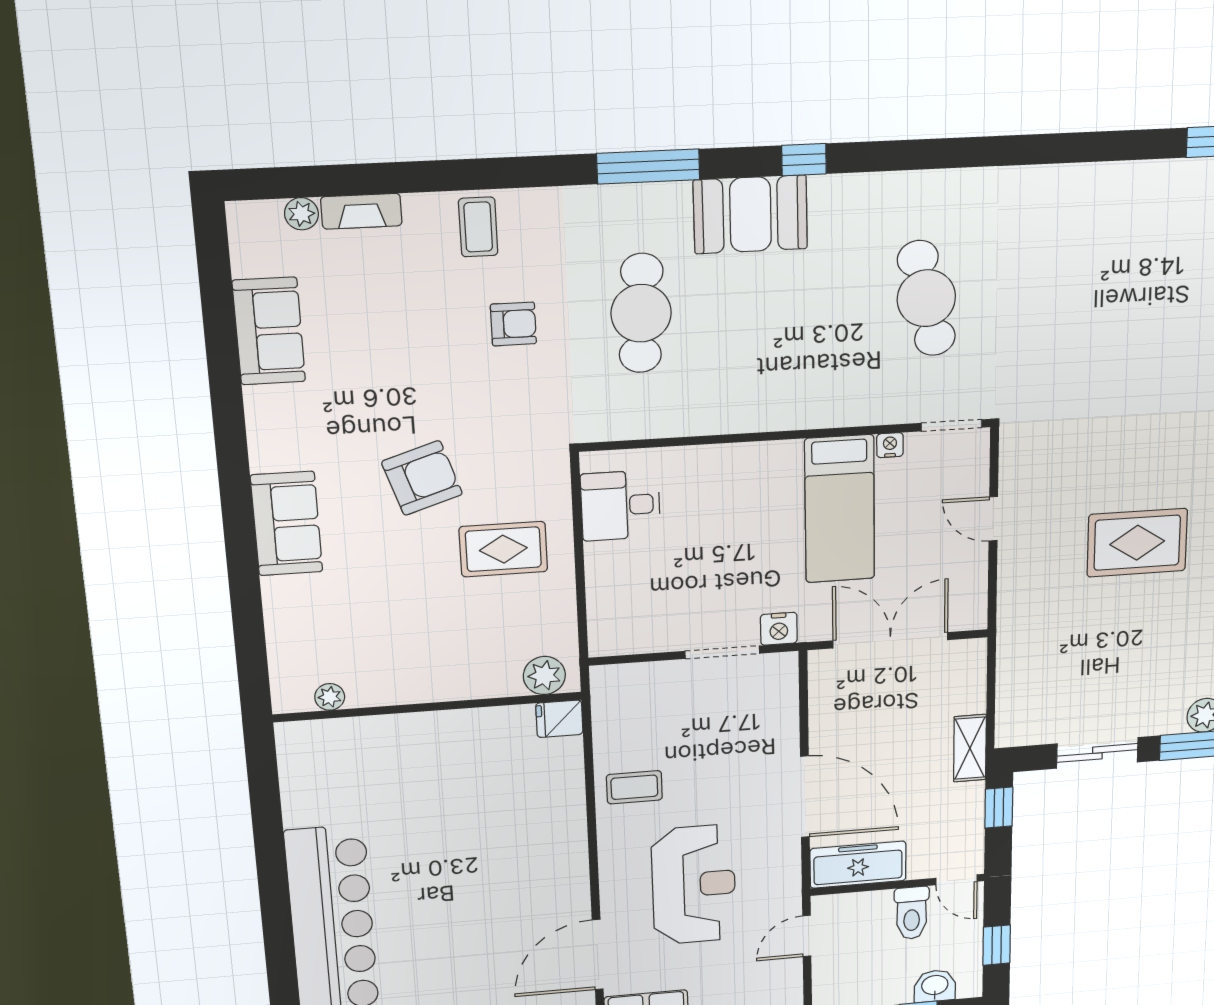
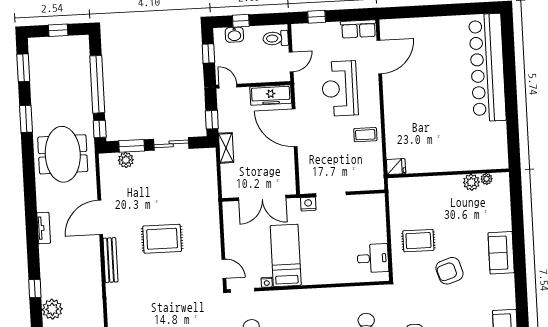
door: (993, 519) -> (224, 269), moved
plant: (544, 676) -> (471, 182), moved
toilet: (912, 913) -> (276, 38), moved, turned -90

